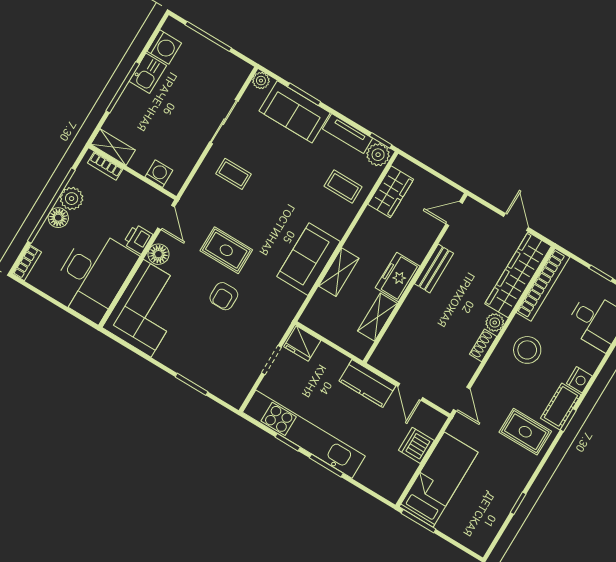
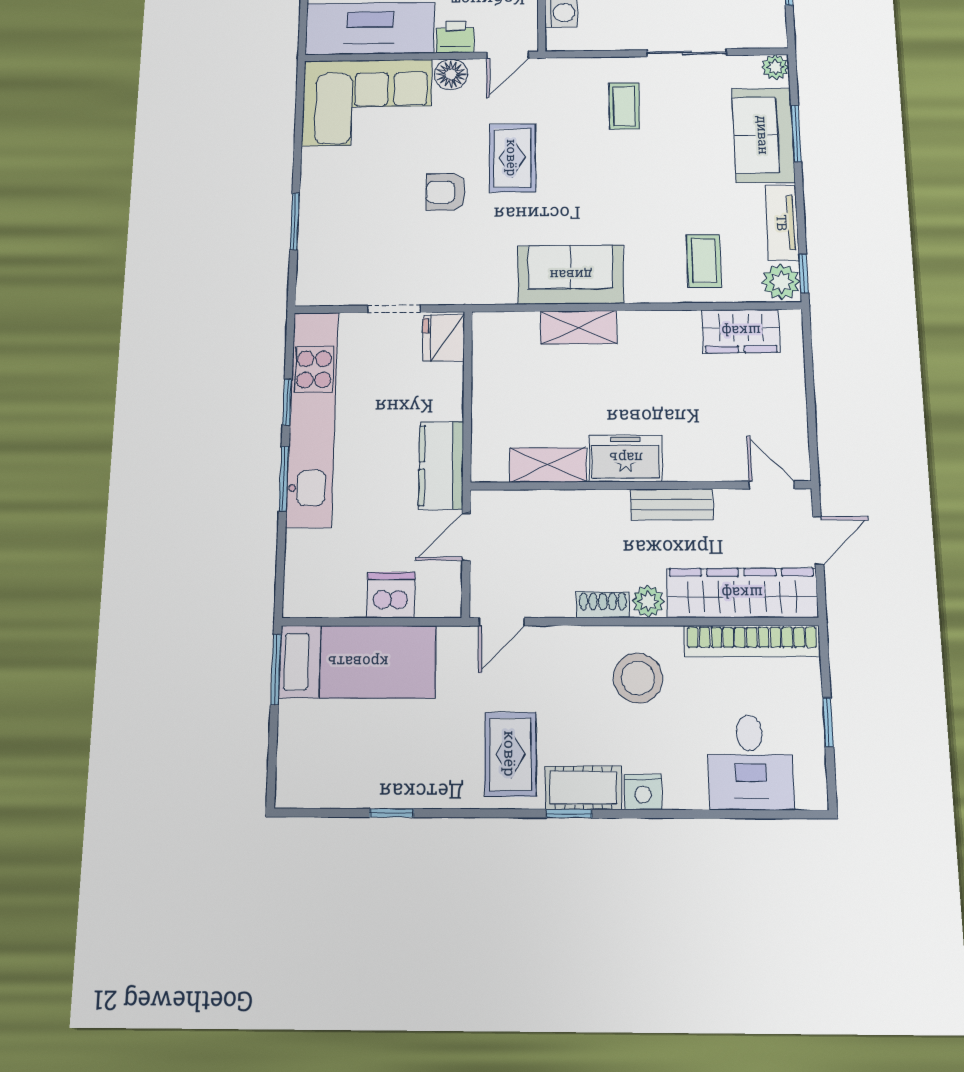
door: (454, 214) -> (772, 485), moved
bench: (434, 269) -> (672, 505), moved
freezer: (398, 277) -> (626, 458), moved
wall: (415, 278) -> (640, 485), moved
shelving: (377, 317) -> (548, 465), moved

